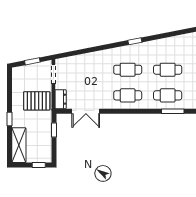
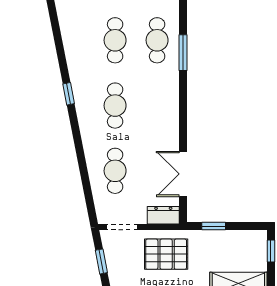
cafe table: (128, 95) -> (115, 171), moved
pallet: (37, 101) -> (166, 254), turned 90
double door: (86, 111) -> (183, 174), swing flipped
window: (173, 111) -> (183, 53), moved

